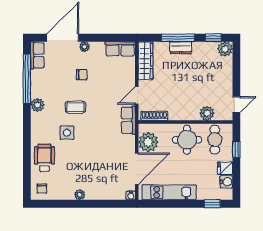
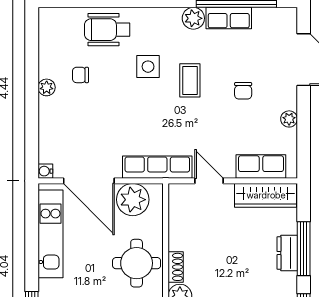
plant: (85, 47) -> (289, 119), moved
row of seats: (120, 49) -> (261, 167), moved, turned 90
row of seats: (37, 55) -> (229, 18), moved
shoe rack: (154, 116) -> (176, 267), moved, width x0.70
row of seats: (128, 120) -> (157, 167), width x1.48
wheelchair: (44, 158) -> (107, 30), turned 180
chair: (42, 189) -> (81, 75), moved

